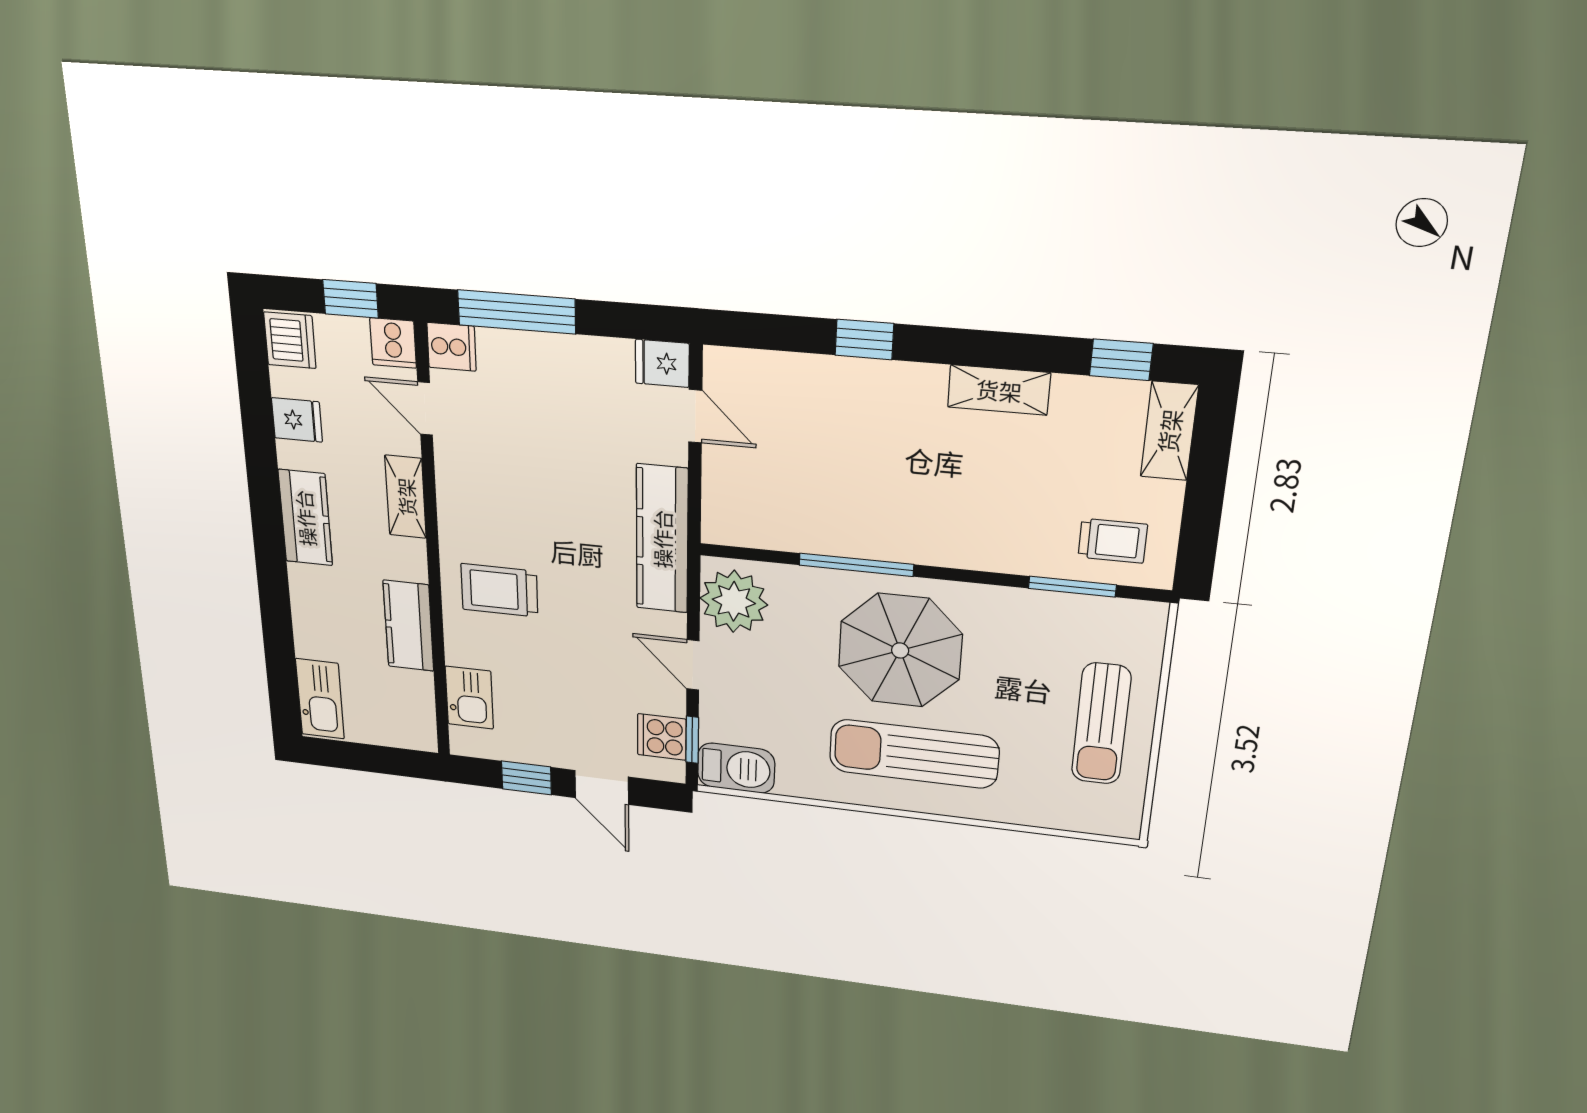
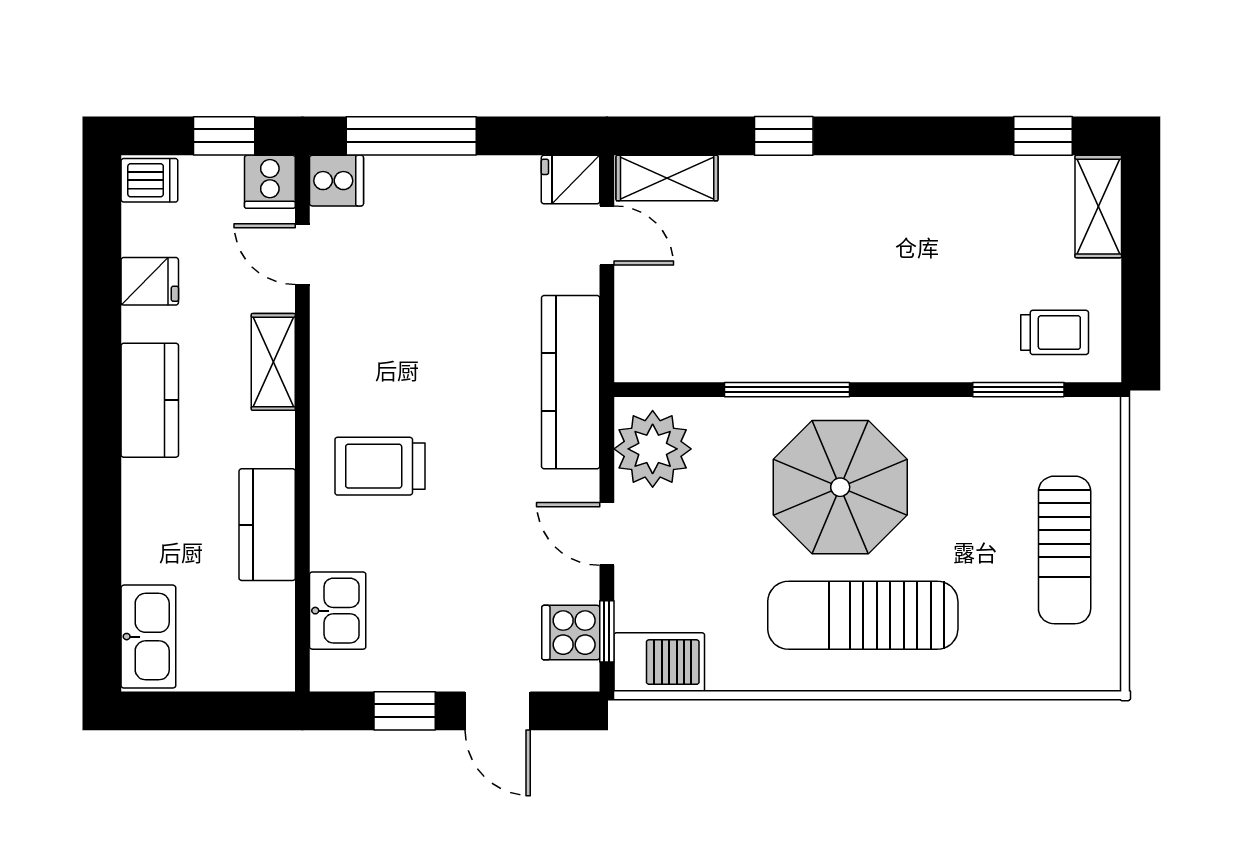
dishwasher: (290, 340) -> (149, 180), width x0.73
shelving: (999, 390) -> (667, 178), moved

